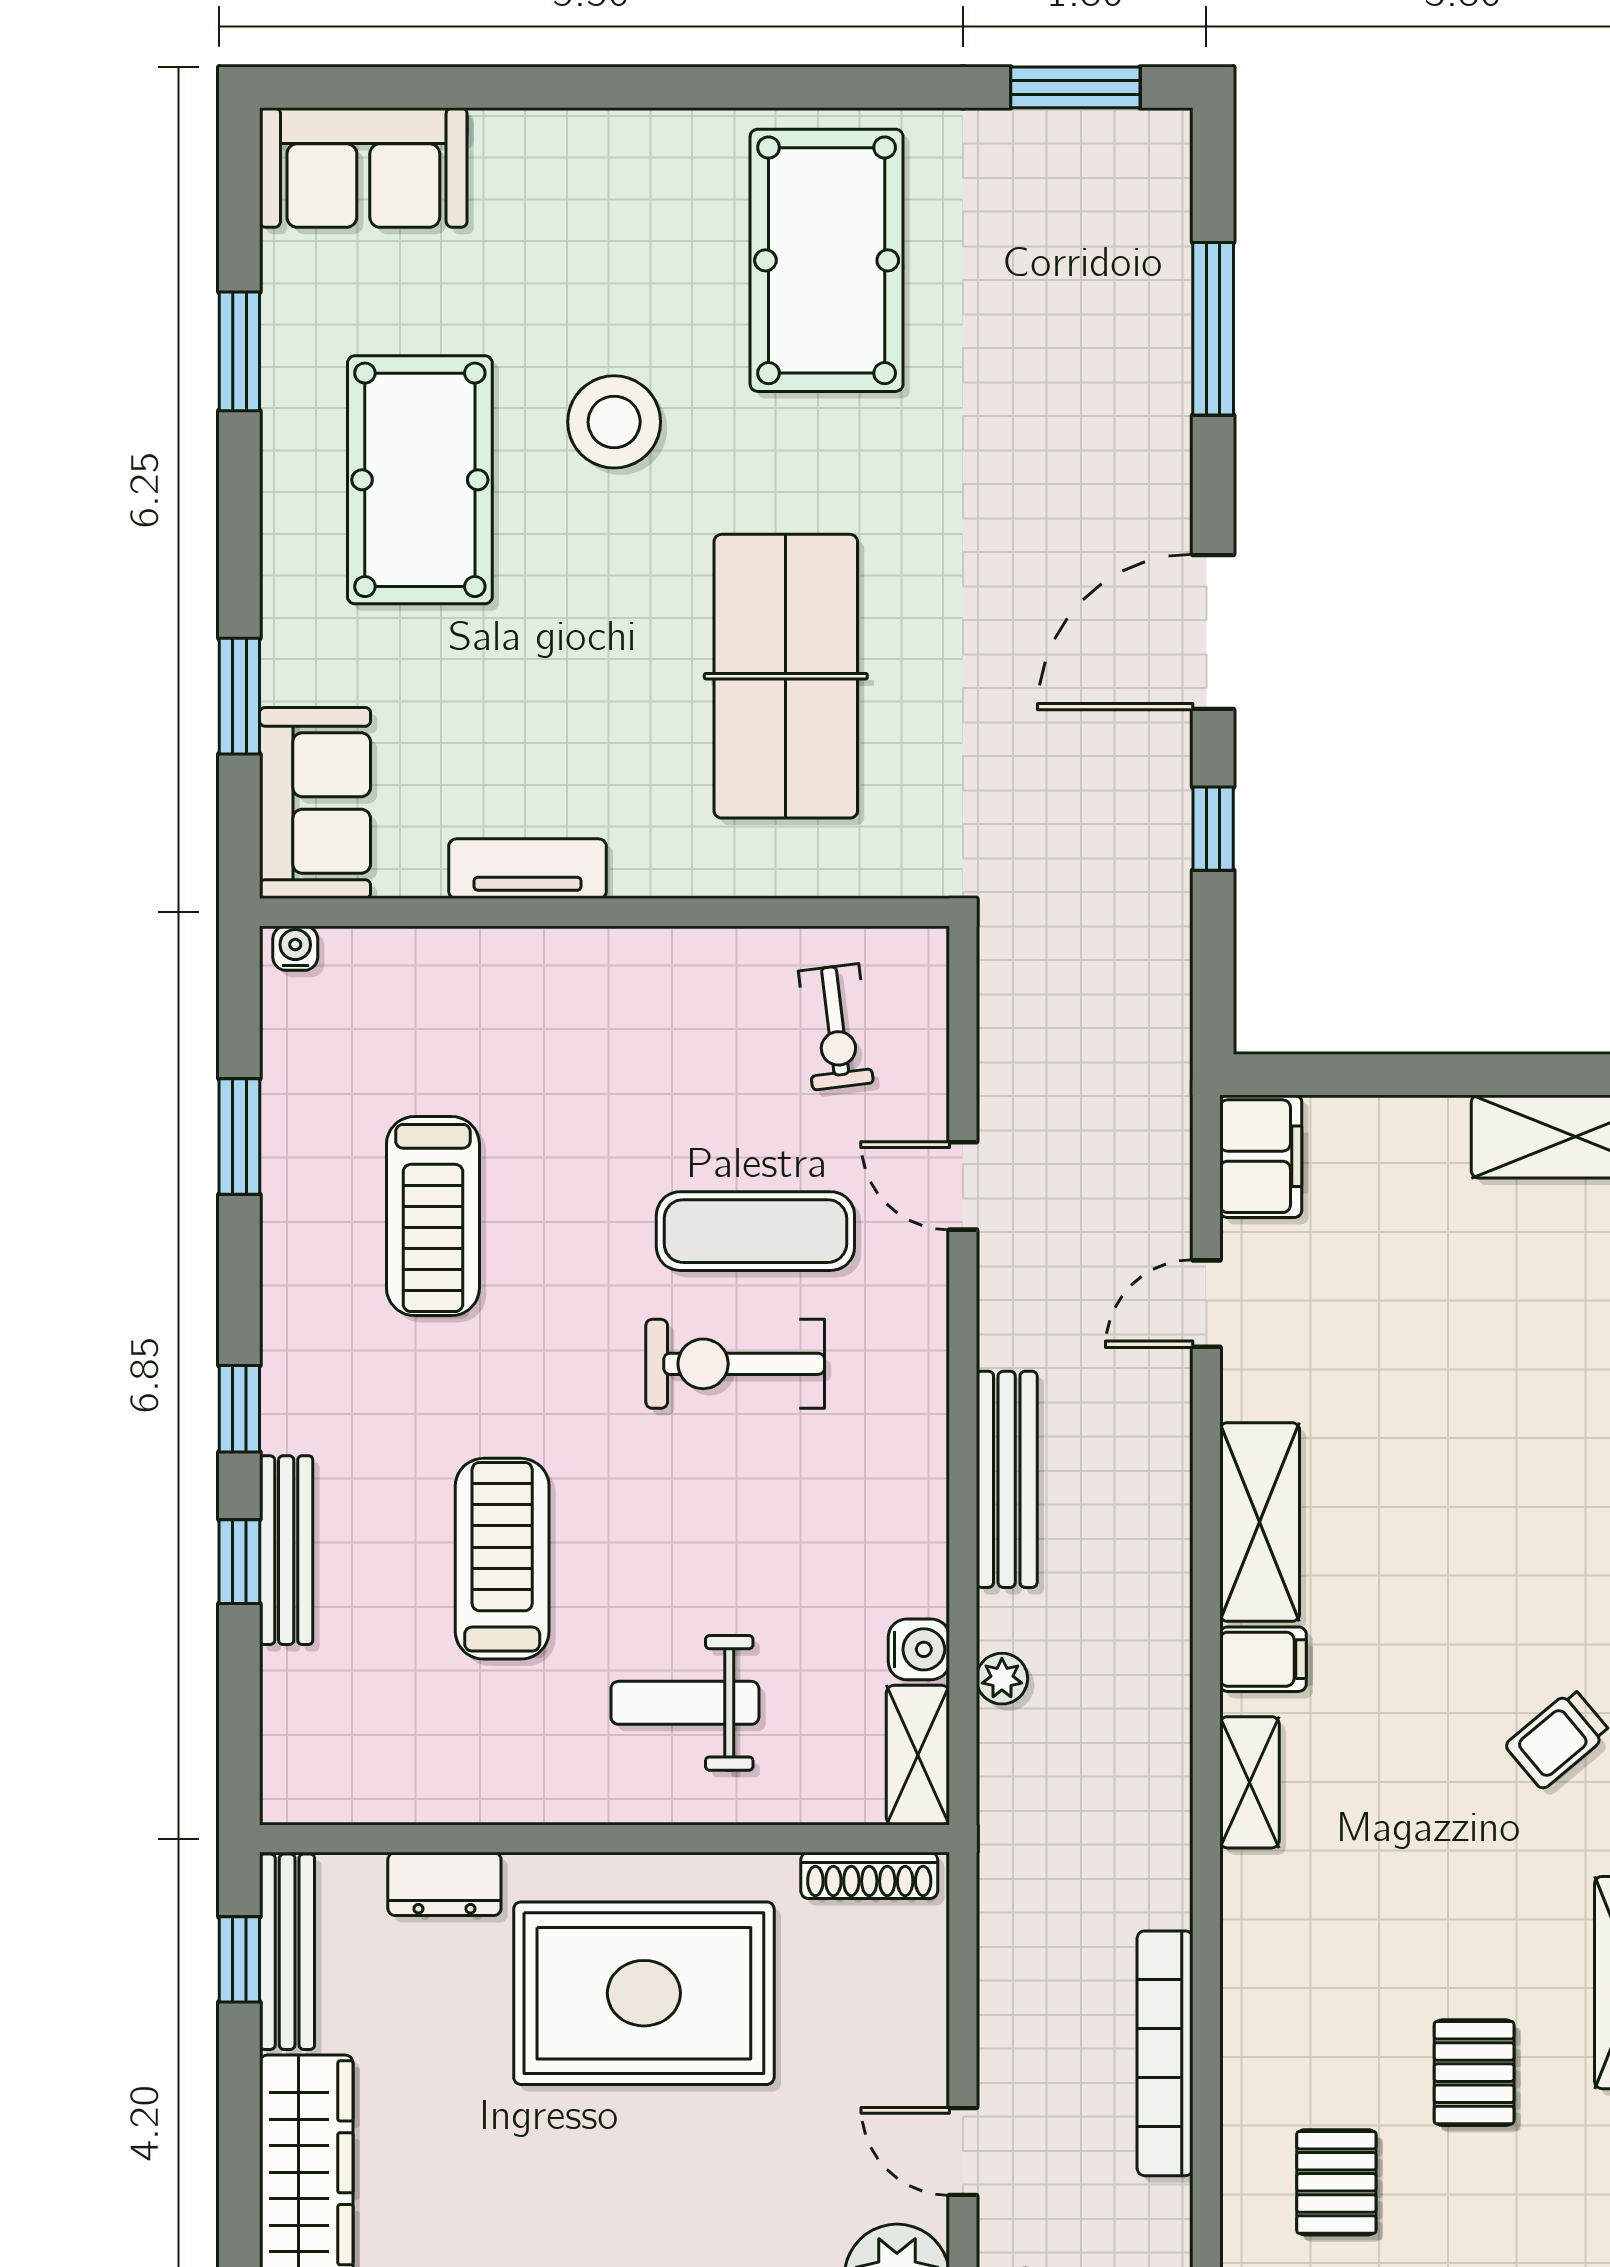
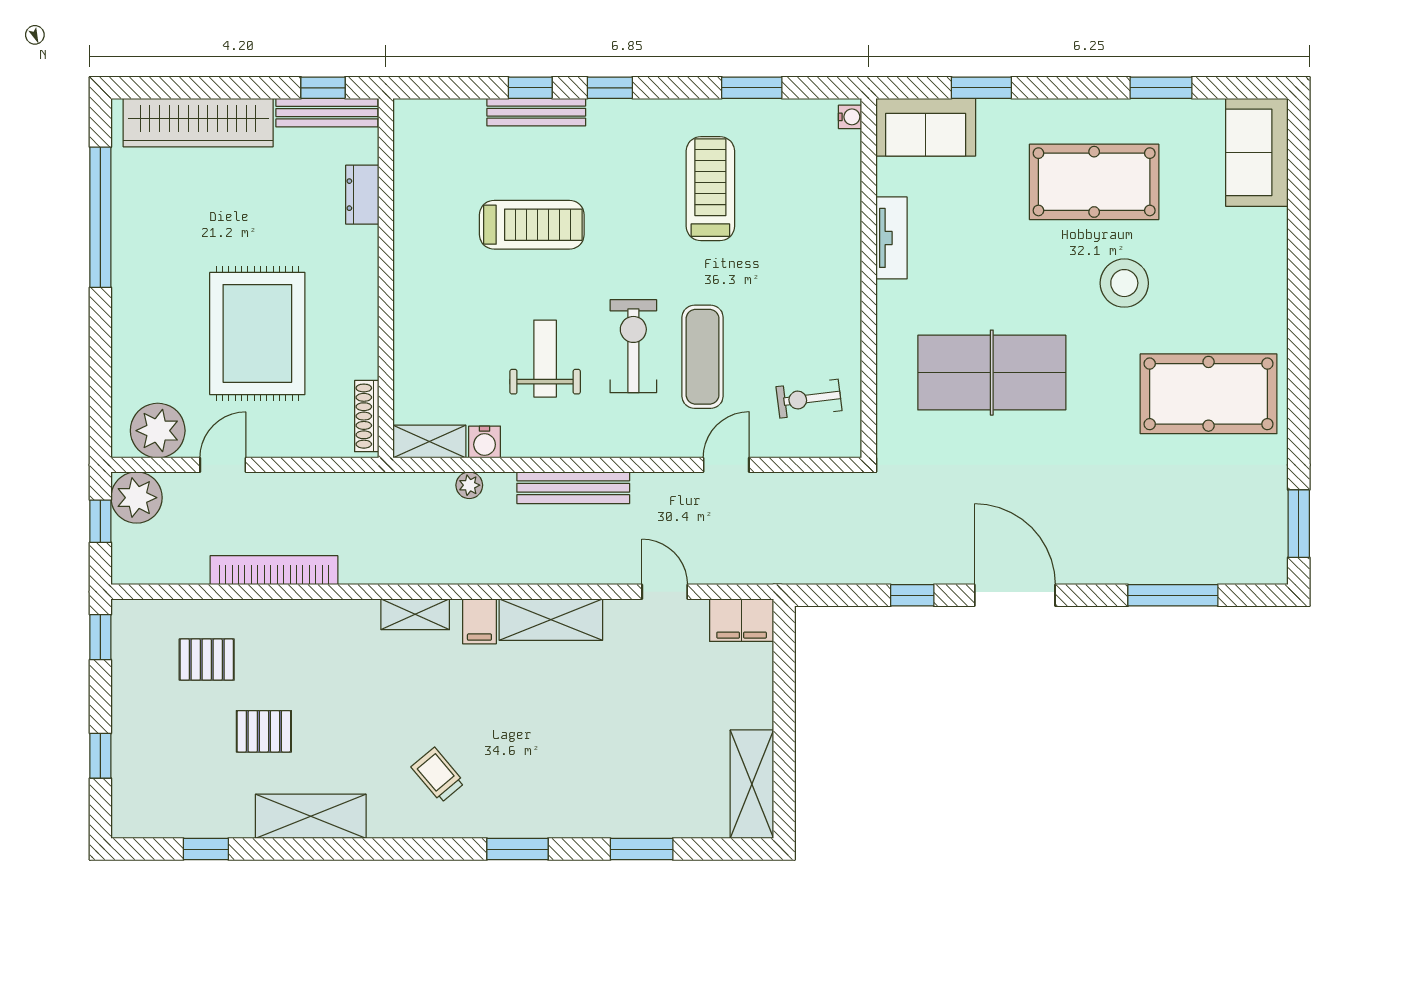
treadmill: (433, 1216) -> (710, 189), turned 90
weight bench: (685, 1703) -> (545, 359), moved
rug: (644, 1993) -> (257, 333), moved

